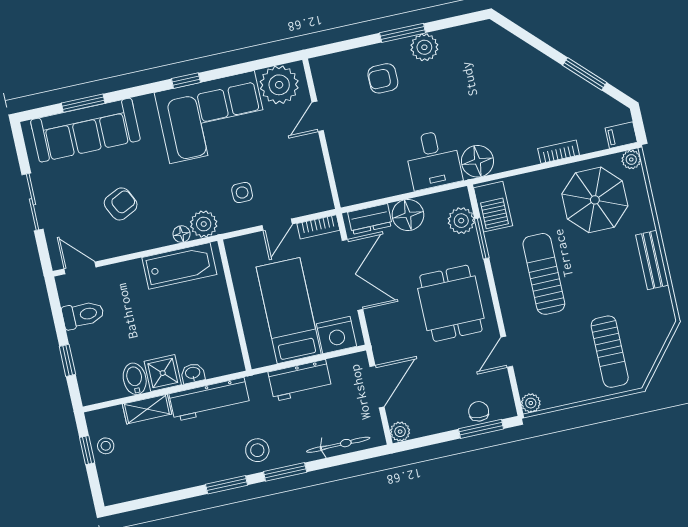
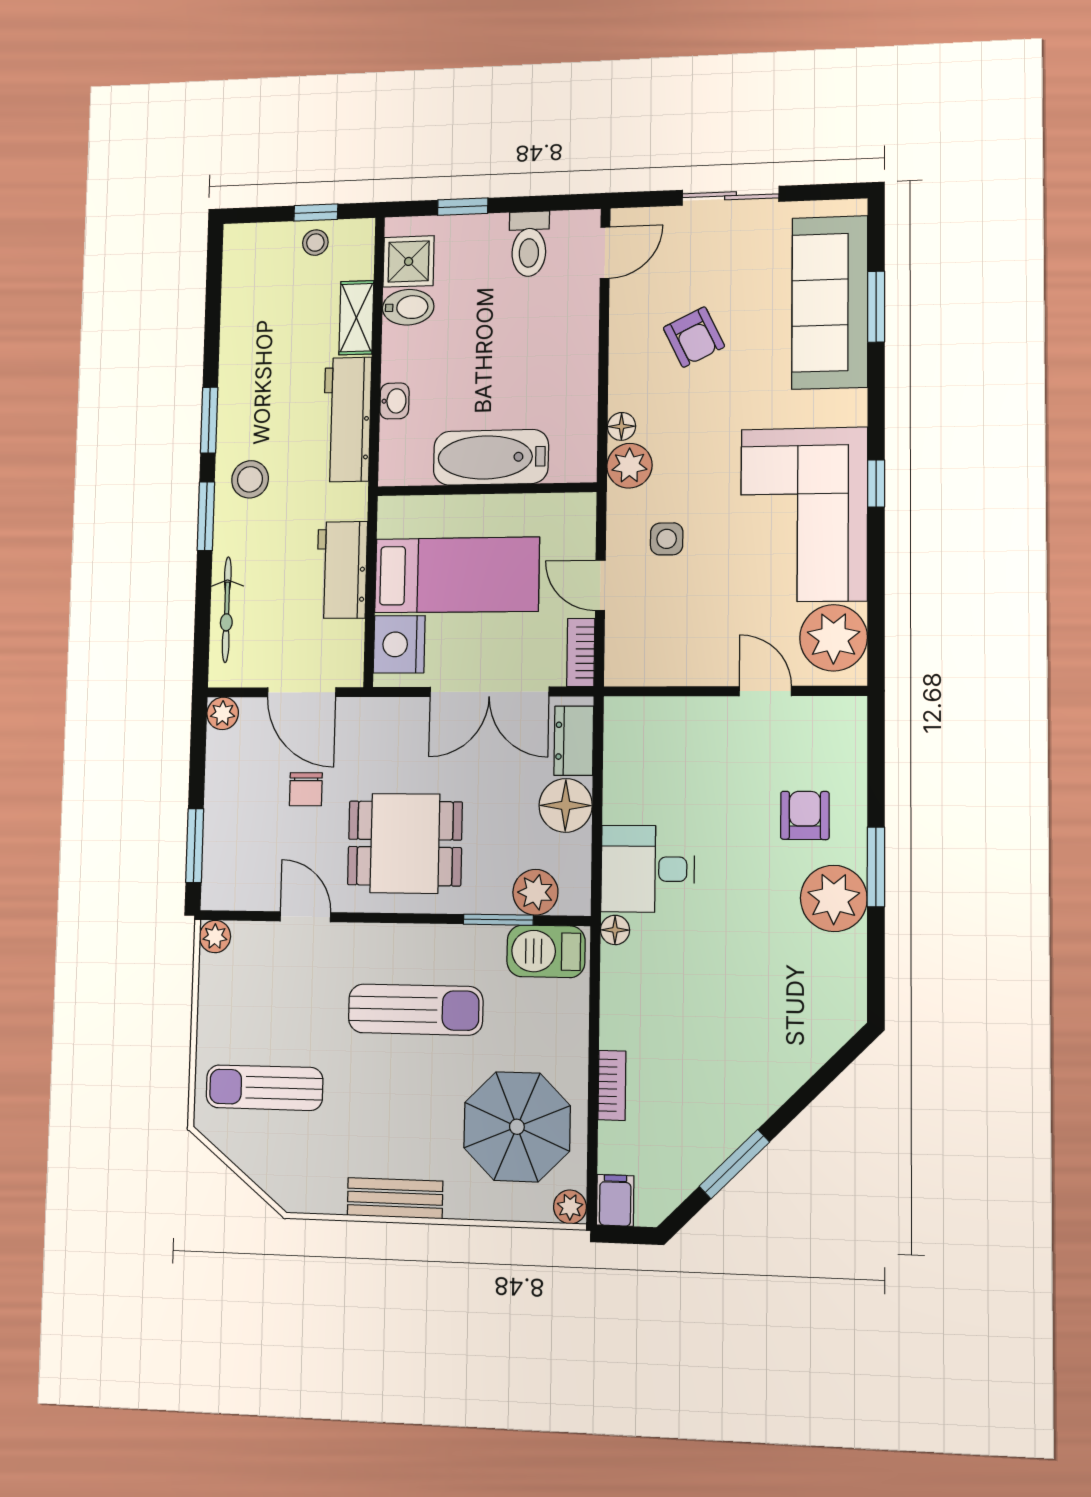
plant: (424, 47) -> (834, 898), width x1.36, depth x1.36
floor lamp: (477, 161) -> (615, 930), width x0.53, depth x0.53
bathtub: (179, 266) -> (491, 457), moved, turned 90
shower: (163, 373) -> (409, 261), moved
chair: (479, 411) -> (306, 789), moved, turned 85

